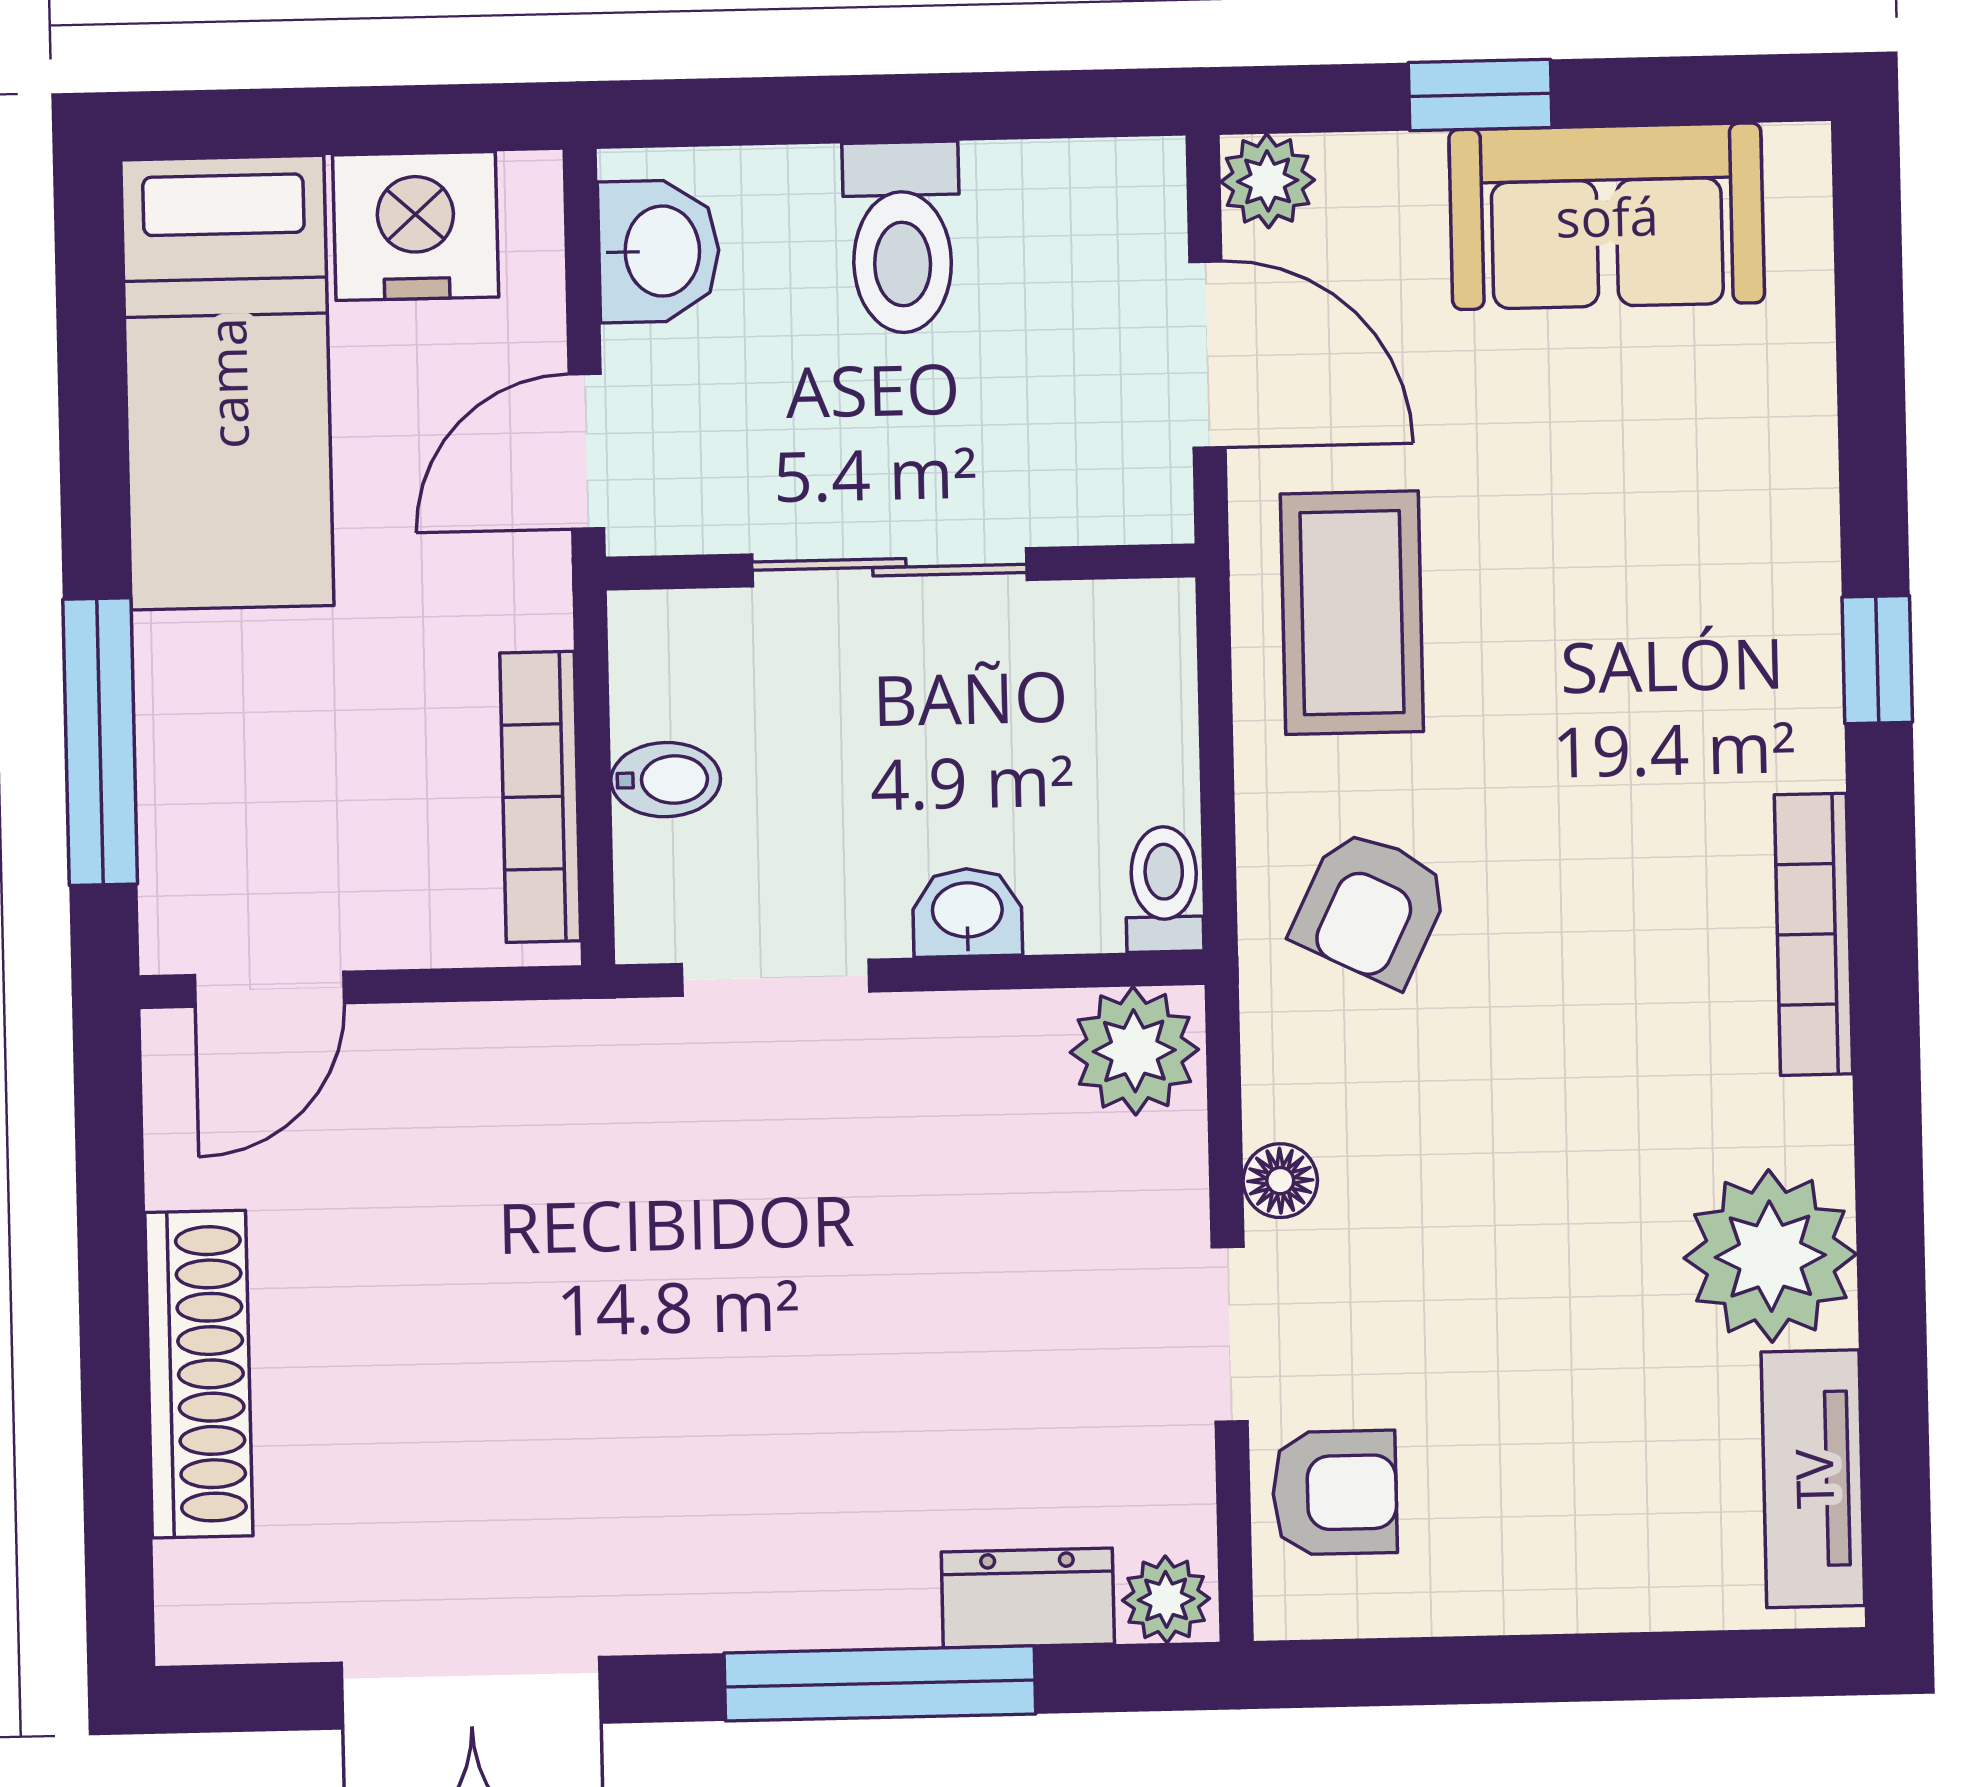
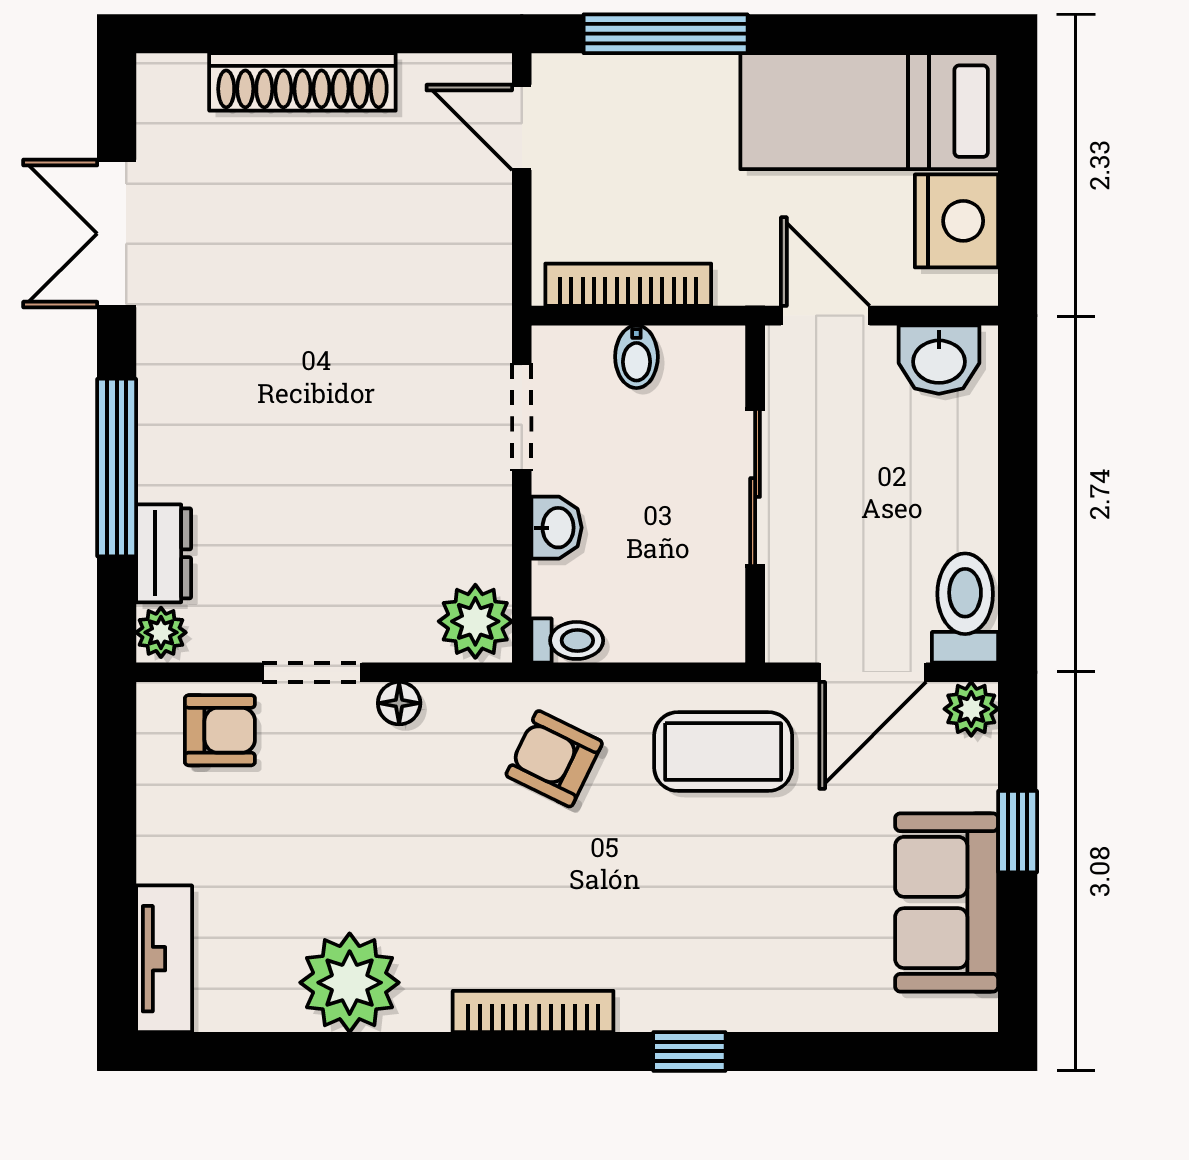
toilet: (902, 237) -> (965, 608), moved, turned 90
tv unit: (1813, 1479) -> (164, 959), moved, turned 90
armchair: (1335, 1493) -> (220, 730), turned -90

